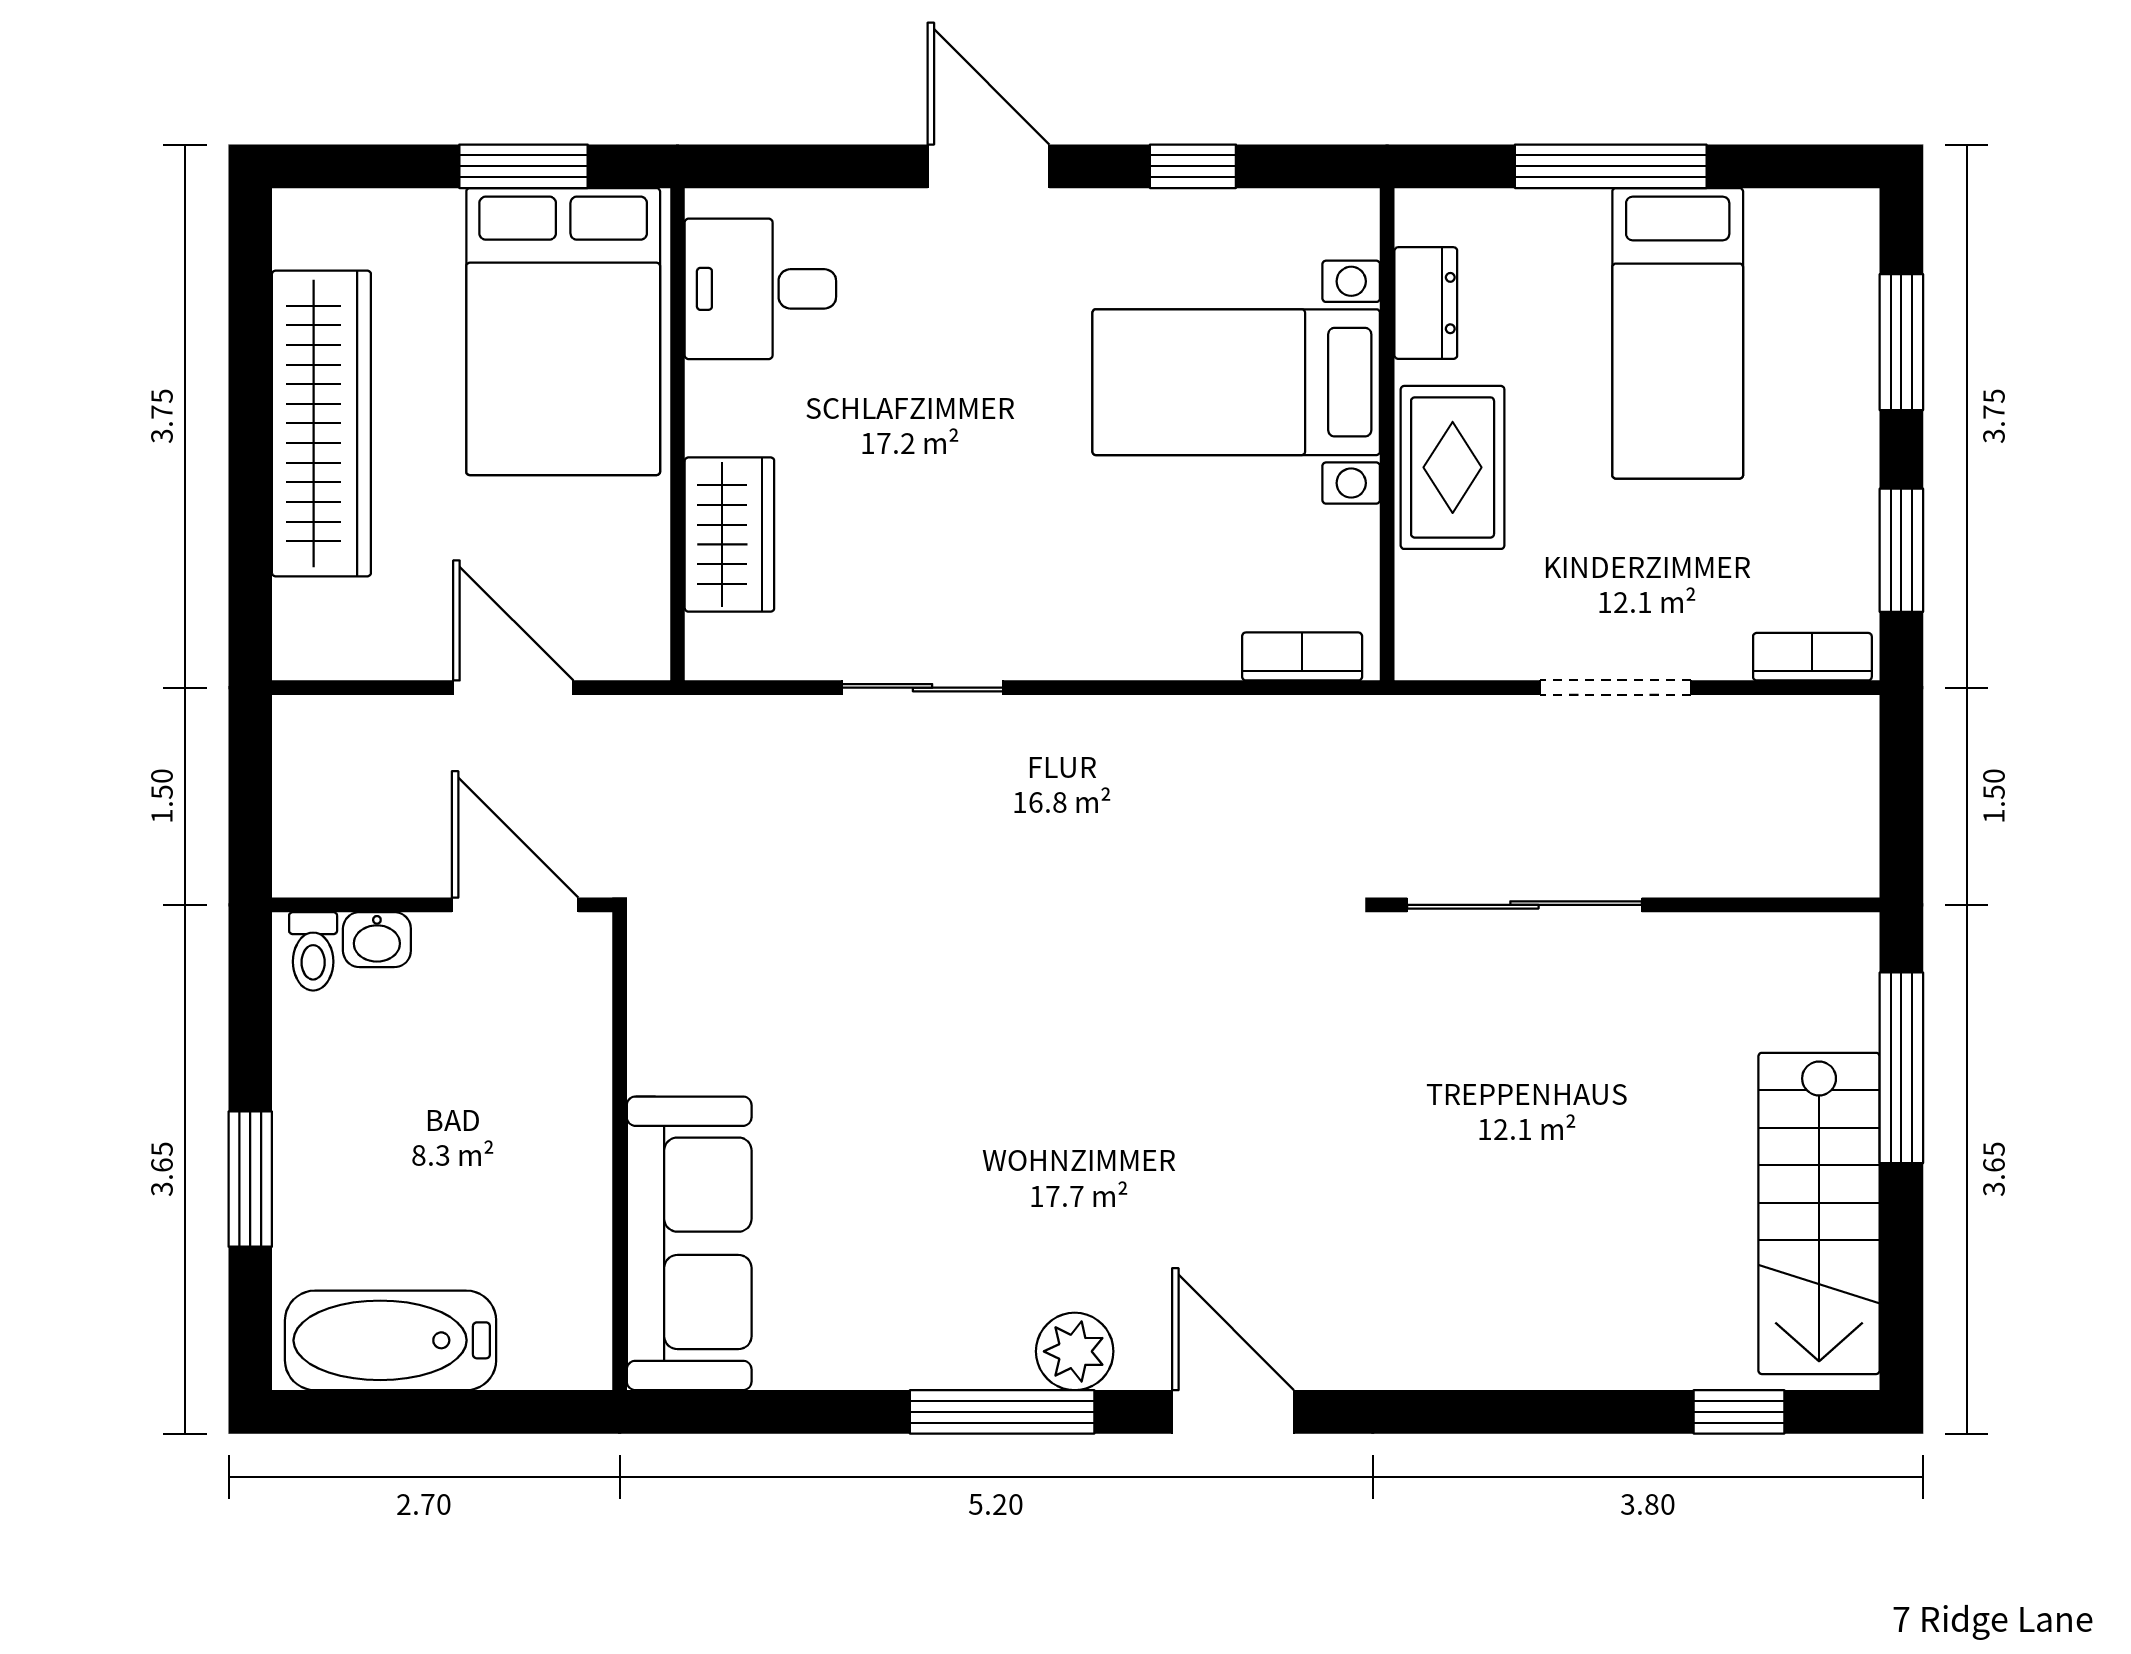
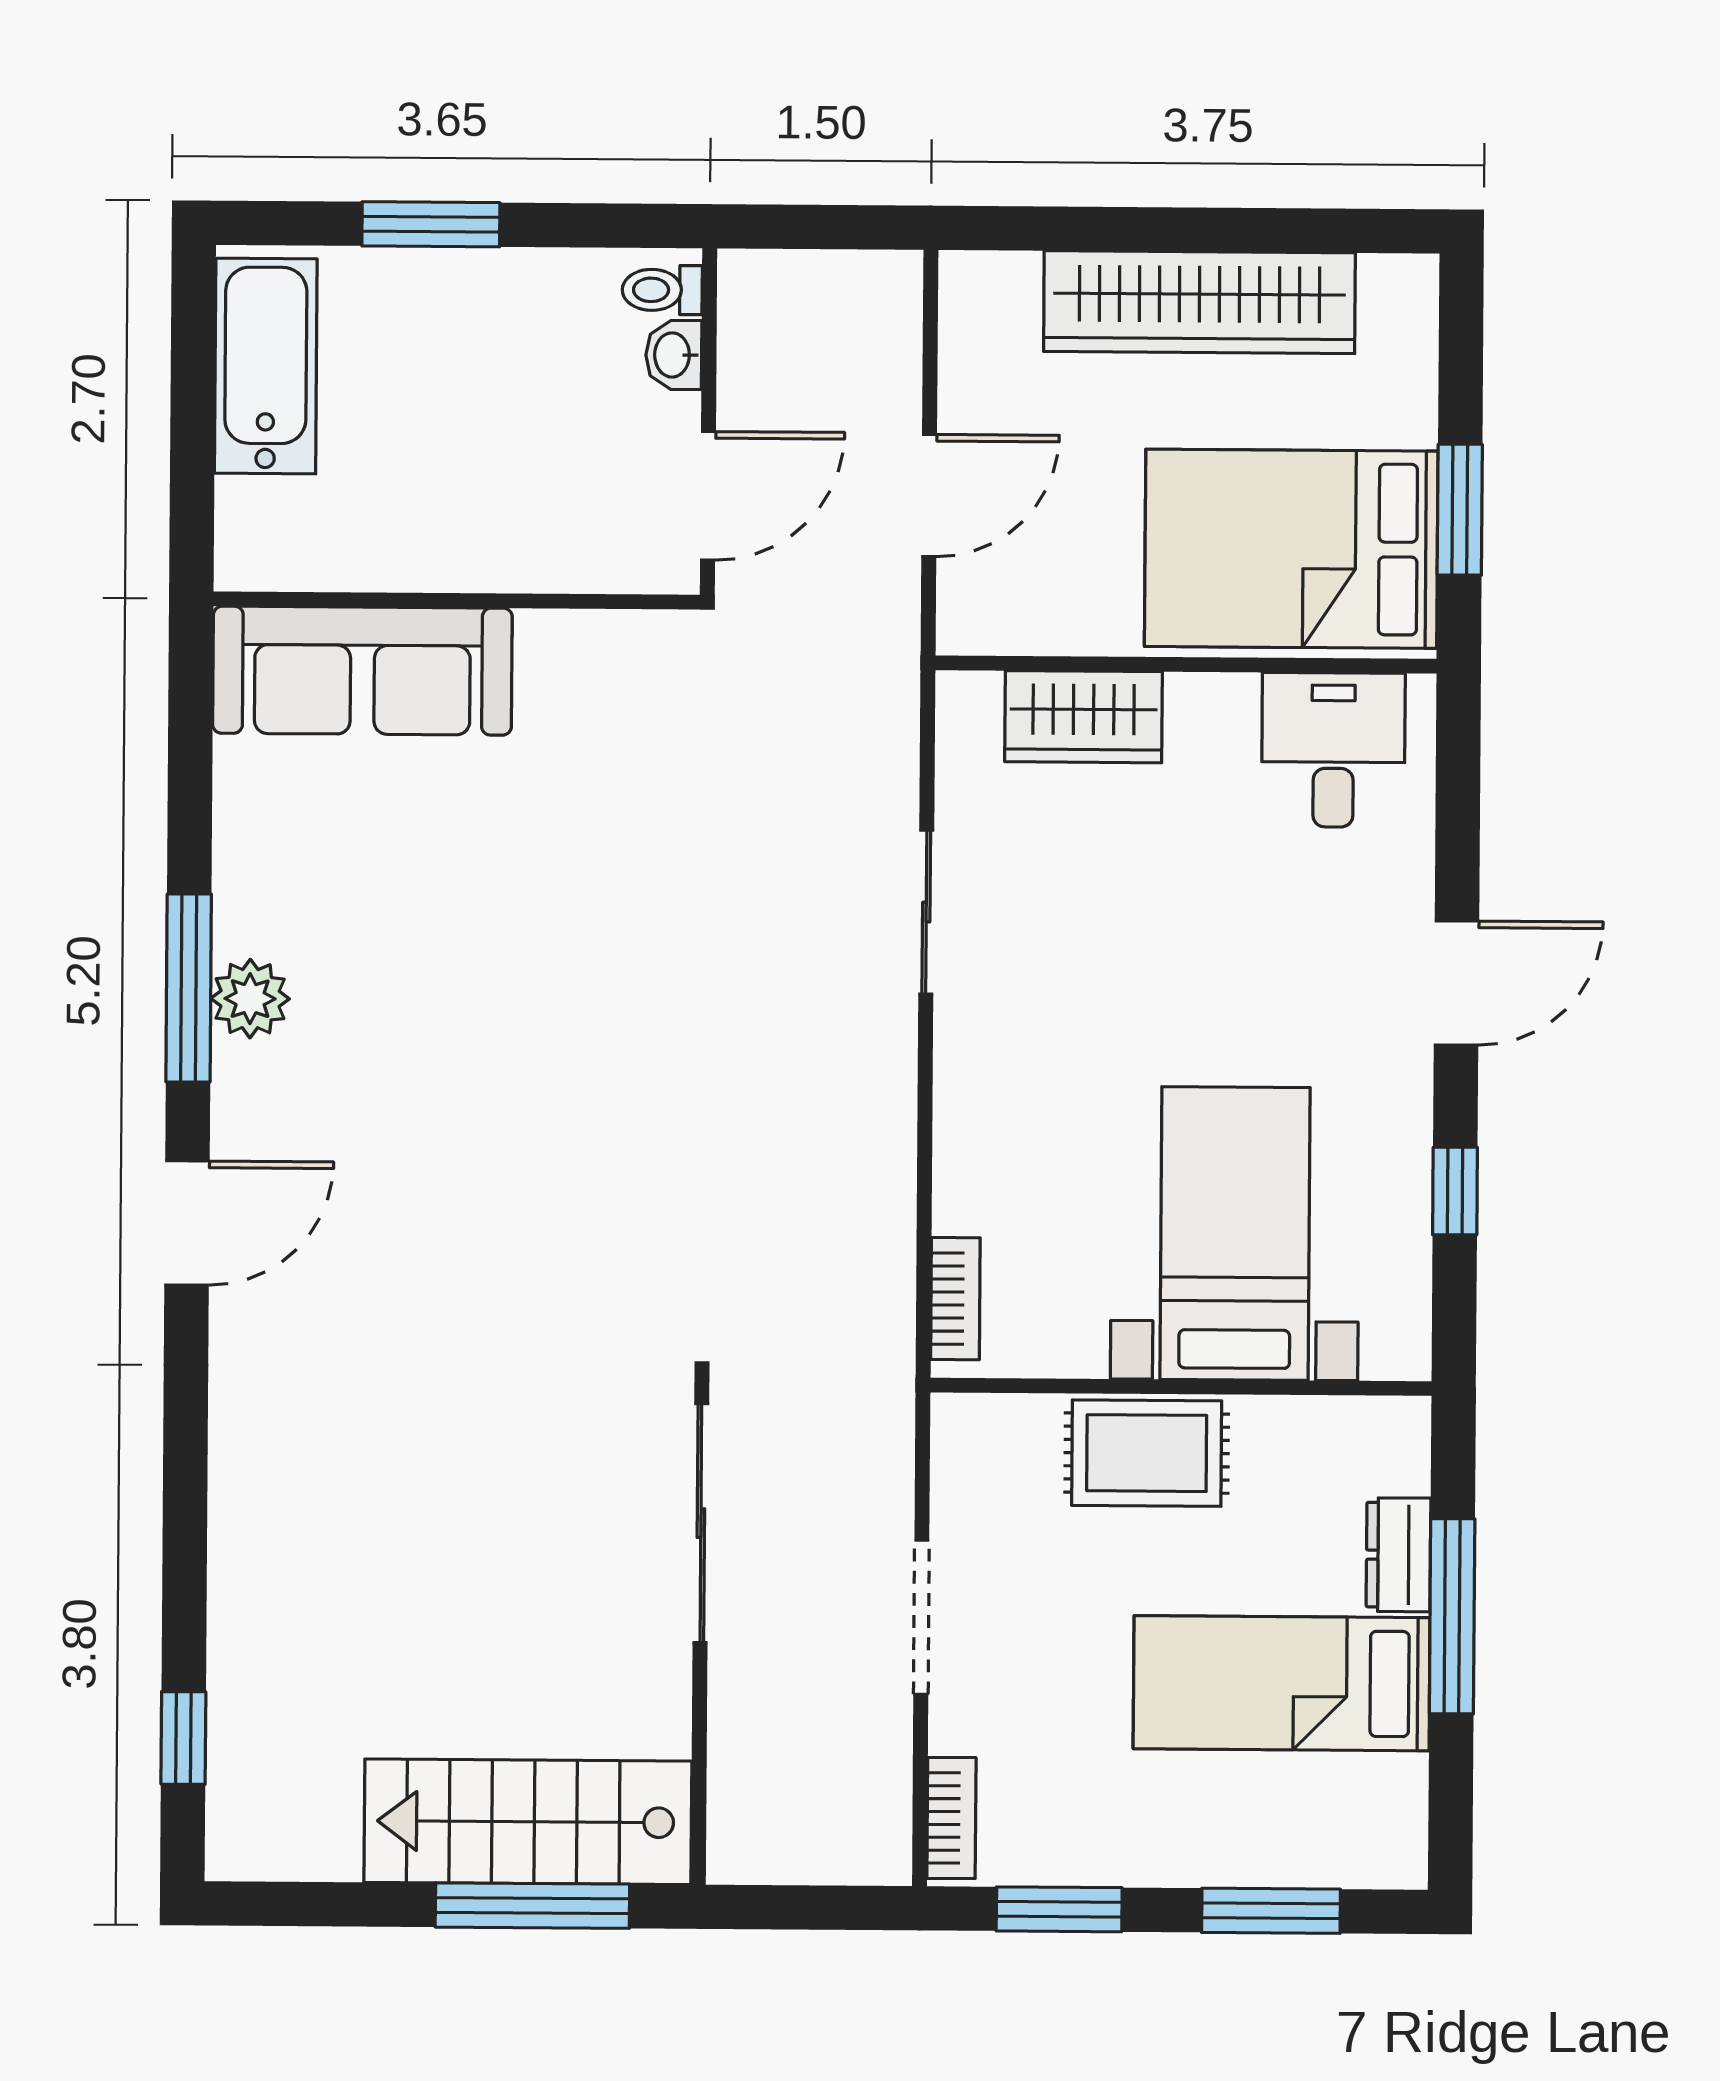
dresser: (1426, 303) -> (1398, 1555), moved, turned 90
stairs: (1819, 1213) -> (528, 1822), moved
plant: (1075, 1351) -> (250, 999), moved

